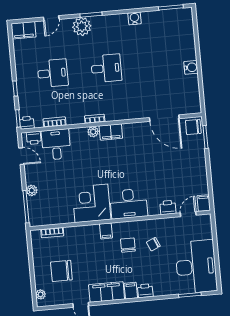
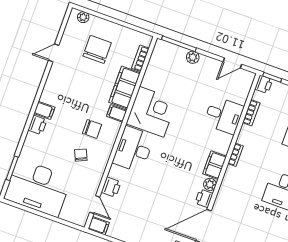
plant: (93, 132) -> (210, 184), moved
printer: (34, 138) -> (204, 198), moved
desk: (56, 144) -> (224, 115), moved
filing cabinet: (107, 292) -> (124, 88), moved, turned 180

